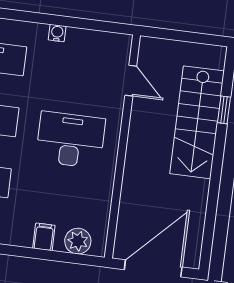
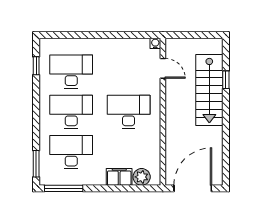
water cooler: (57, 33) -> (155, 43), moved
filing cabinet: (44, 237) -> (119, 177), width x2.00

